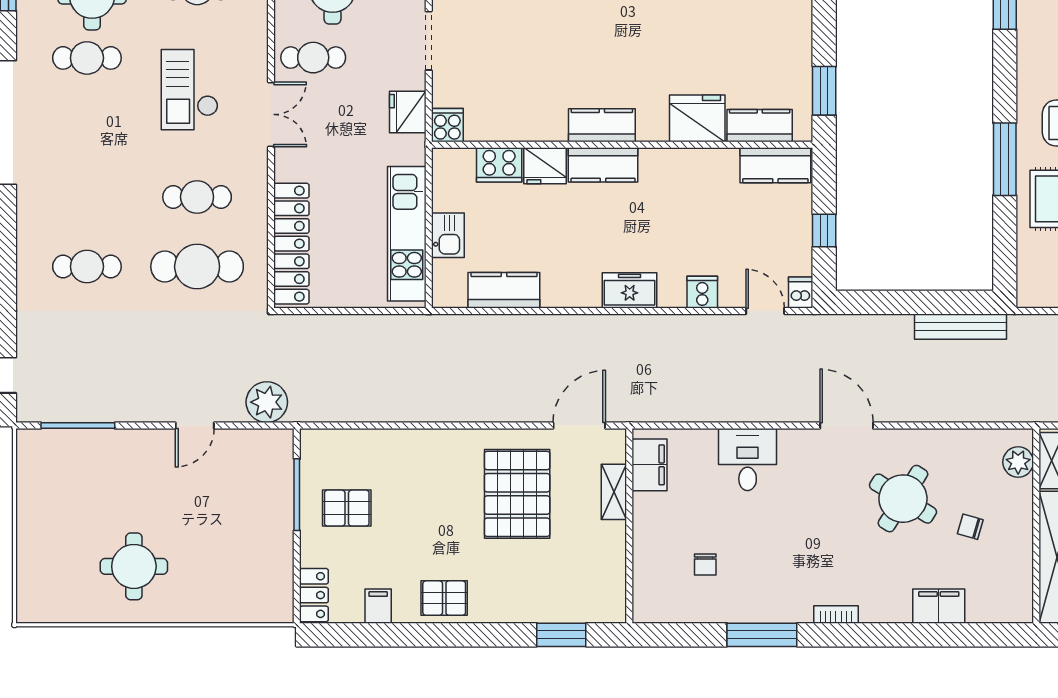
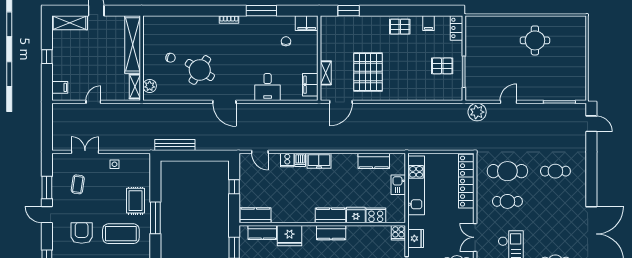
dishwasher: (801, 292) -> (300, 160), moved
filing cabinet: (939, 606) -> (307, 23), moved

